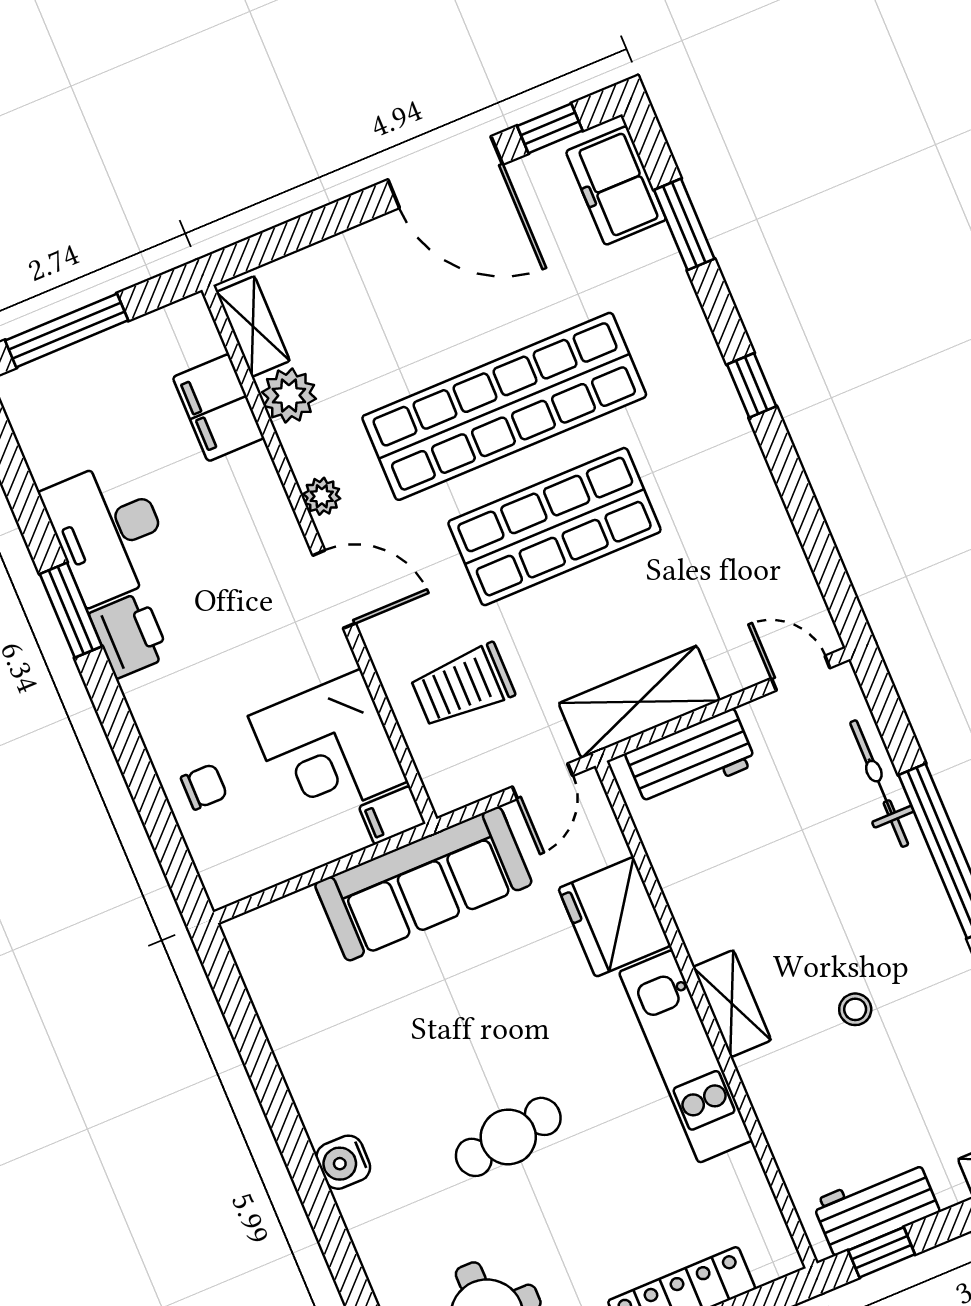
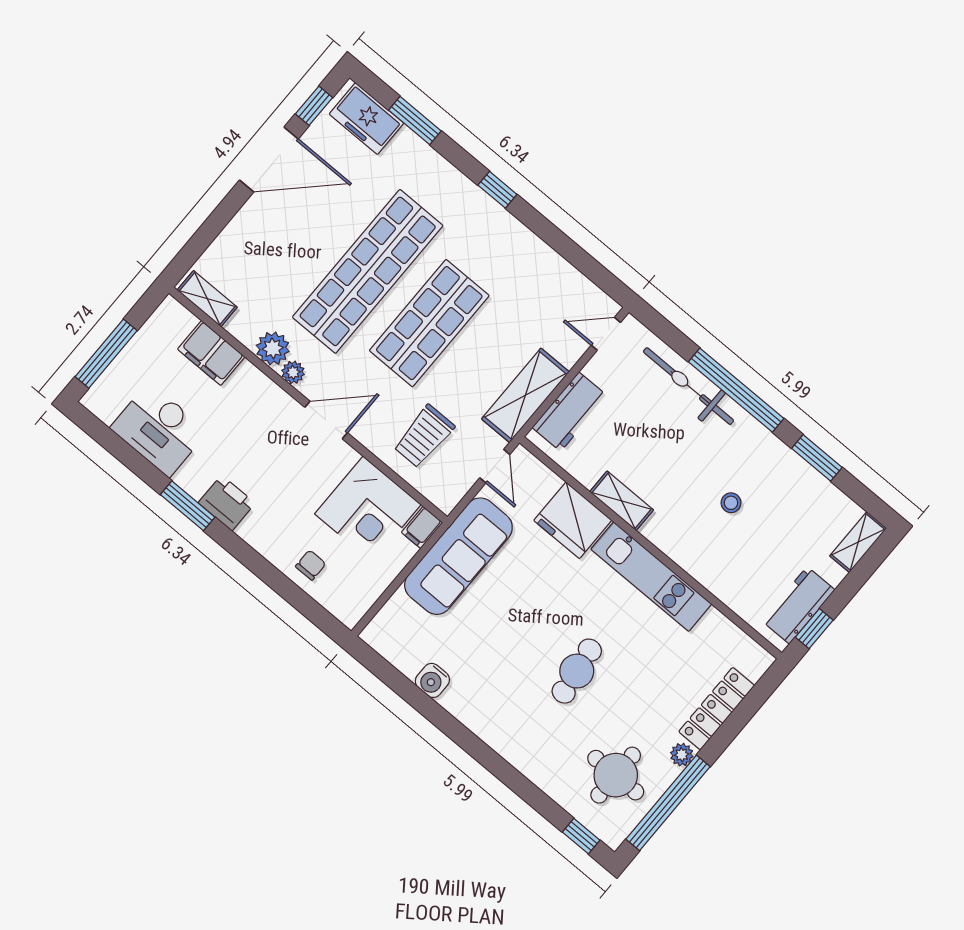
plant: (289, 396) -> (273, 348), moved
desk: (108, 532) -> (159, 430), moved
bicycle: (879, 784) -> (689, 386), width x1.37, depth x1.40
shelving: (732, 1004) -> (622, 501), moved
water cooler: (343, 1162) -> (432, 680), moved

